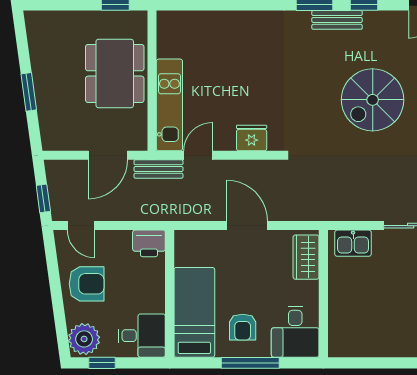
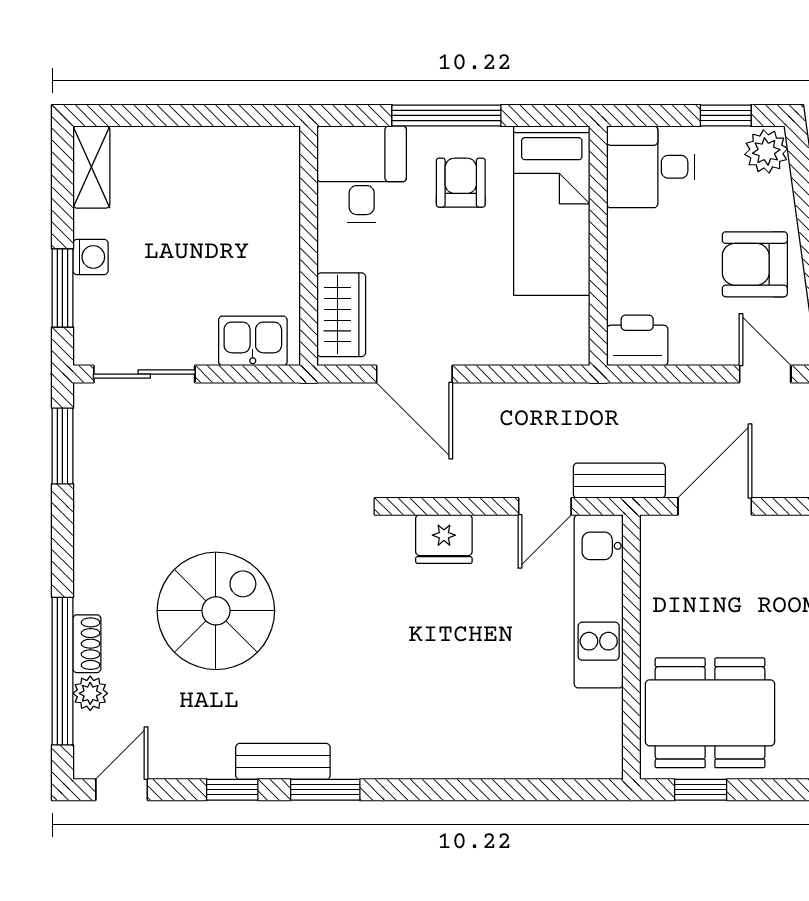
dining table: (115, 73) -> (710, 713), moved, turned 90
door: (247, 226) -> (414, 374), moved
plant: (84, 339) -> (766, 151), width x0.73, depth x0.73

